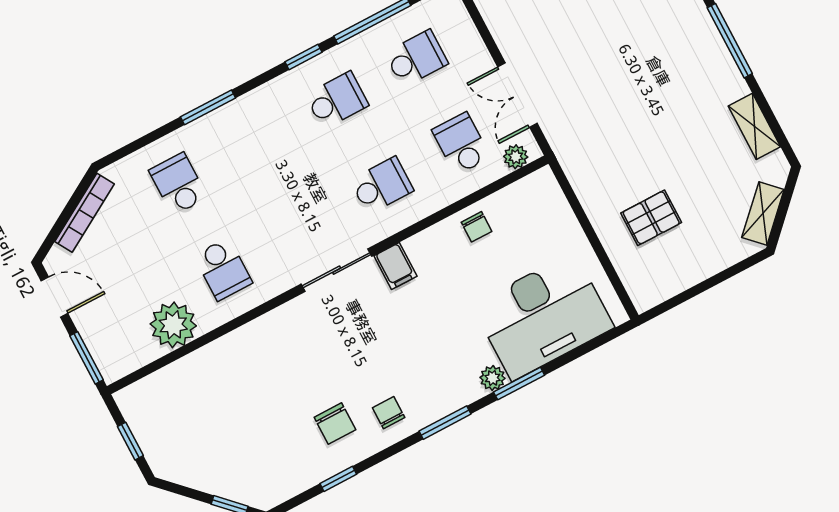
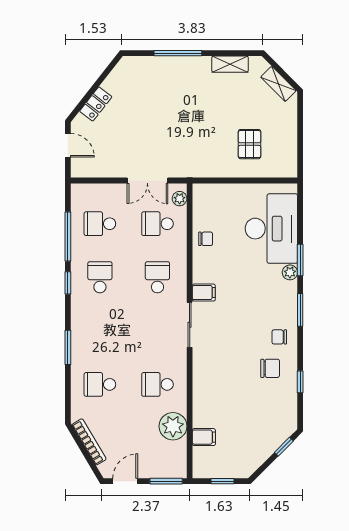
school desk: (416, 58) -> (100, 224), turned -90
school desk: (223, 269) -> (157, 384), turned 180
filing cabinet: (181, 379) -> (204, 437), added

